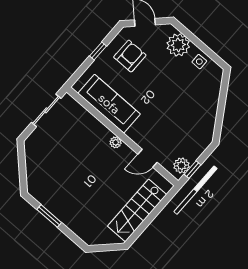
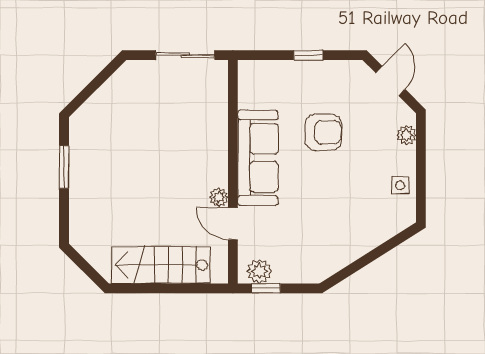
plant: (178, 45) -> (406, 135), width x0.53, depth x0.53
armchair: (130, 56) -> (323, 132), moved
sofa: (109, 104) -> (258, 158), moved
plant: (116, 142) -> (219, 197), moved

